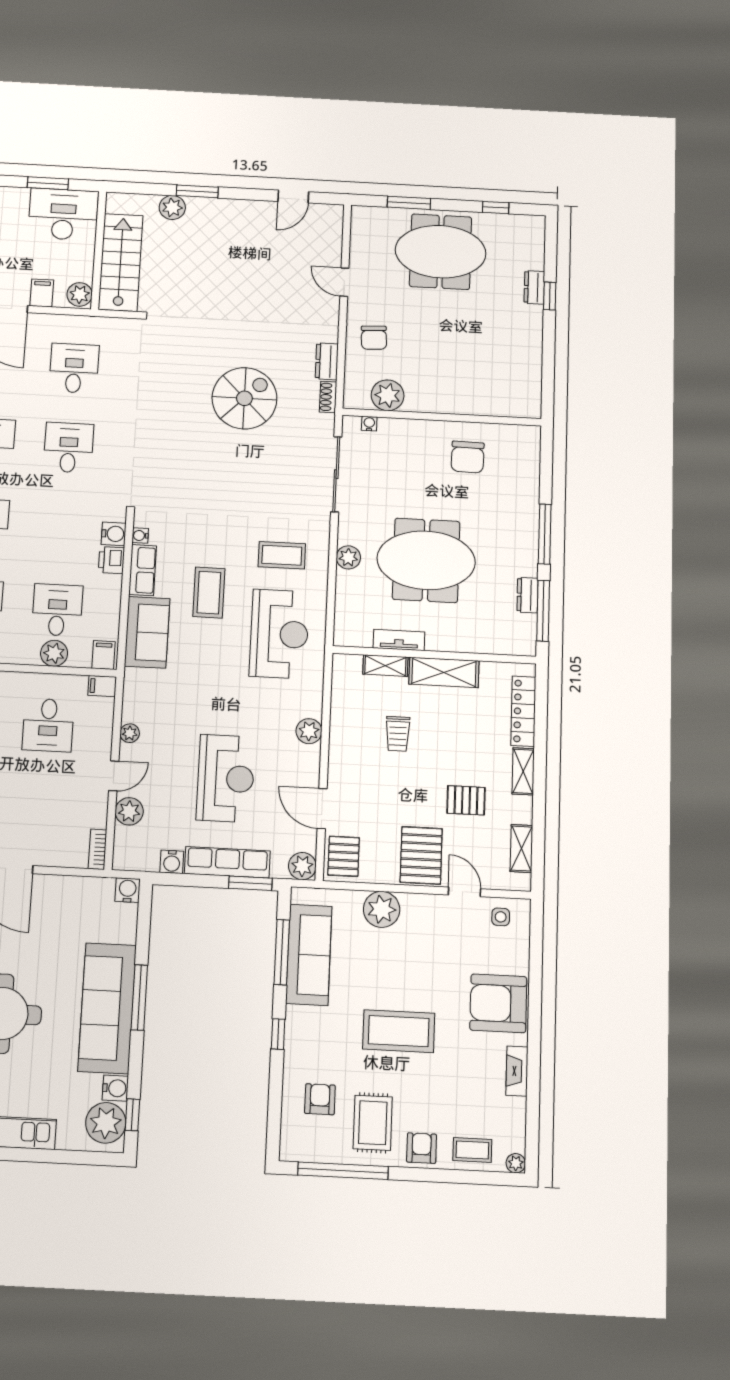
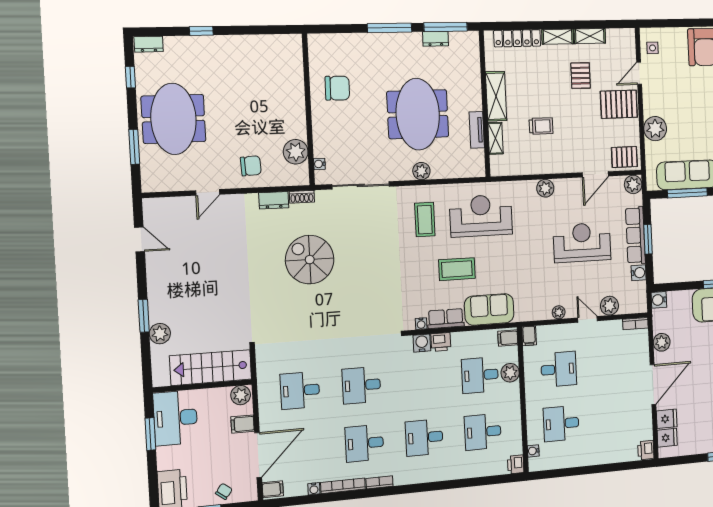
dresser: (534, 287) -> (149, 44), moved
shelving: (521, 849) -> (590, 36), moved
window: (250, 883) -> (648, 239), moved
plant: (64, 888) -> (662, 342), added

